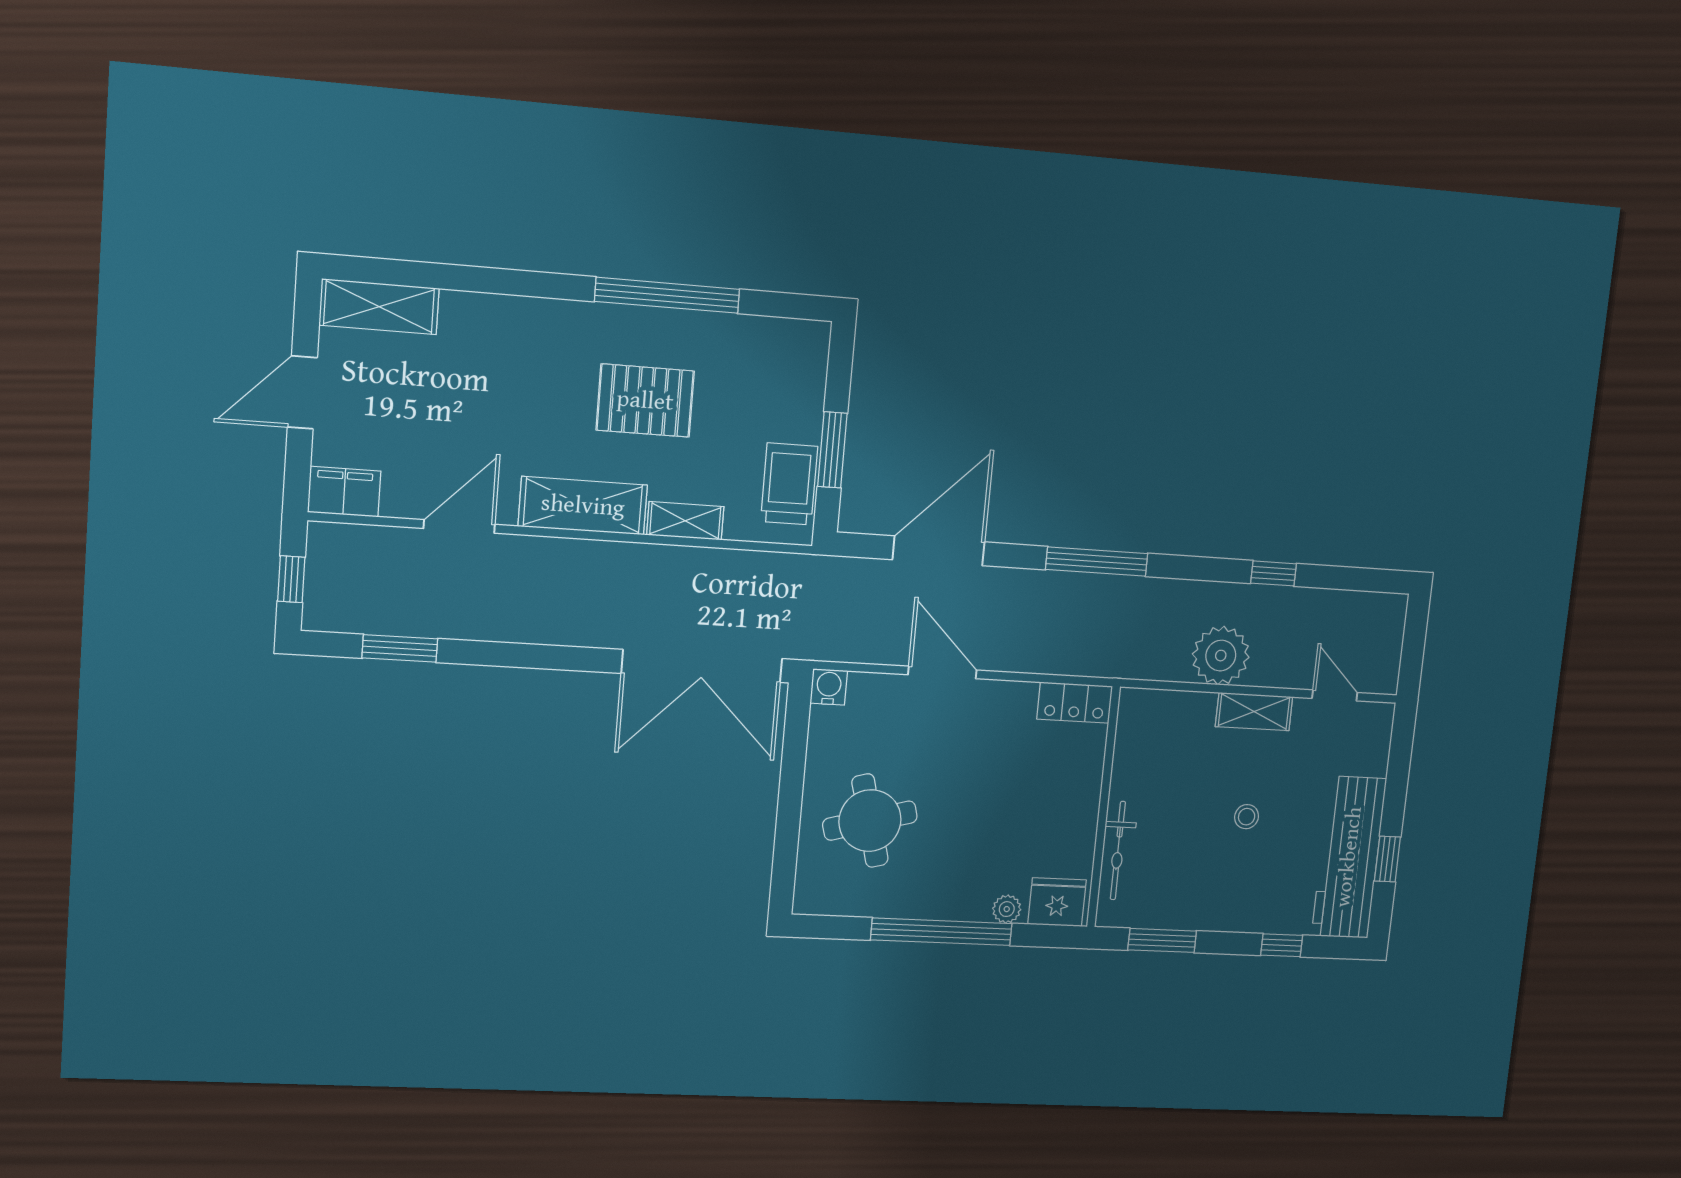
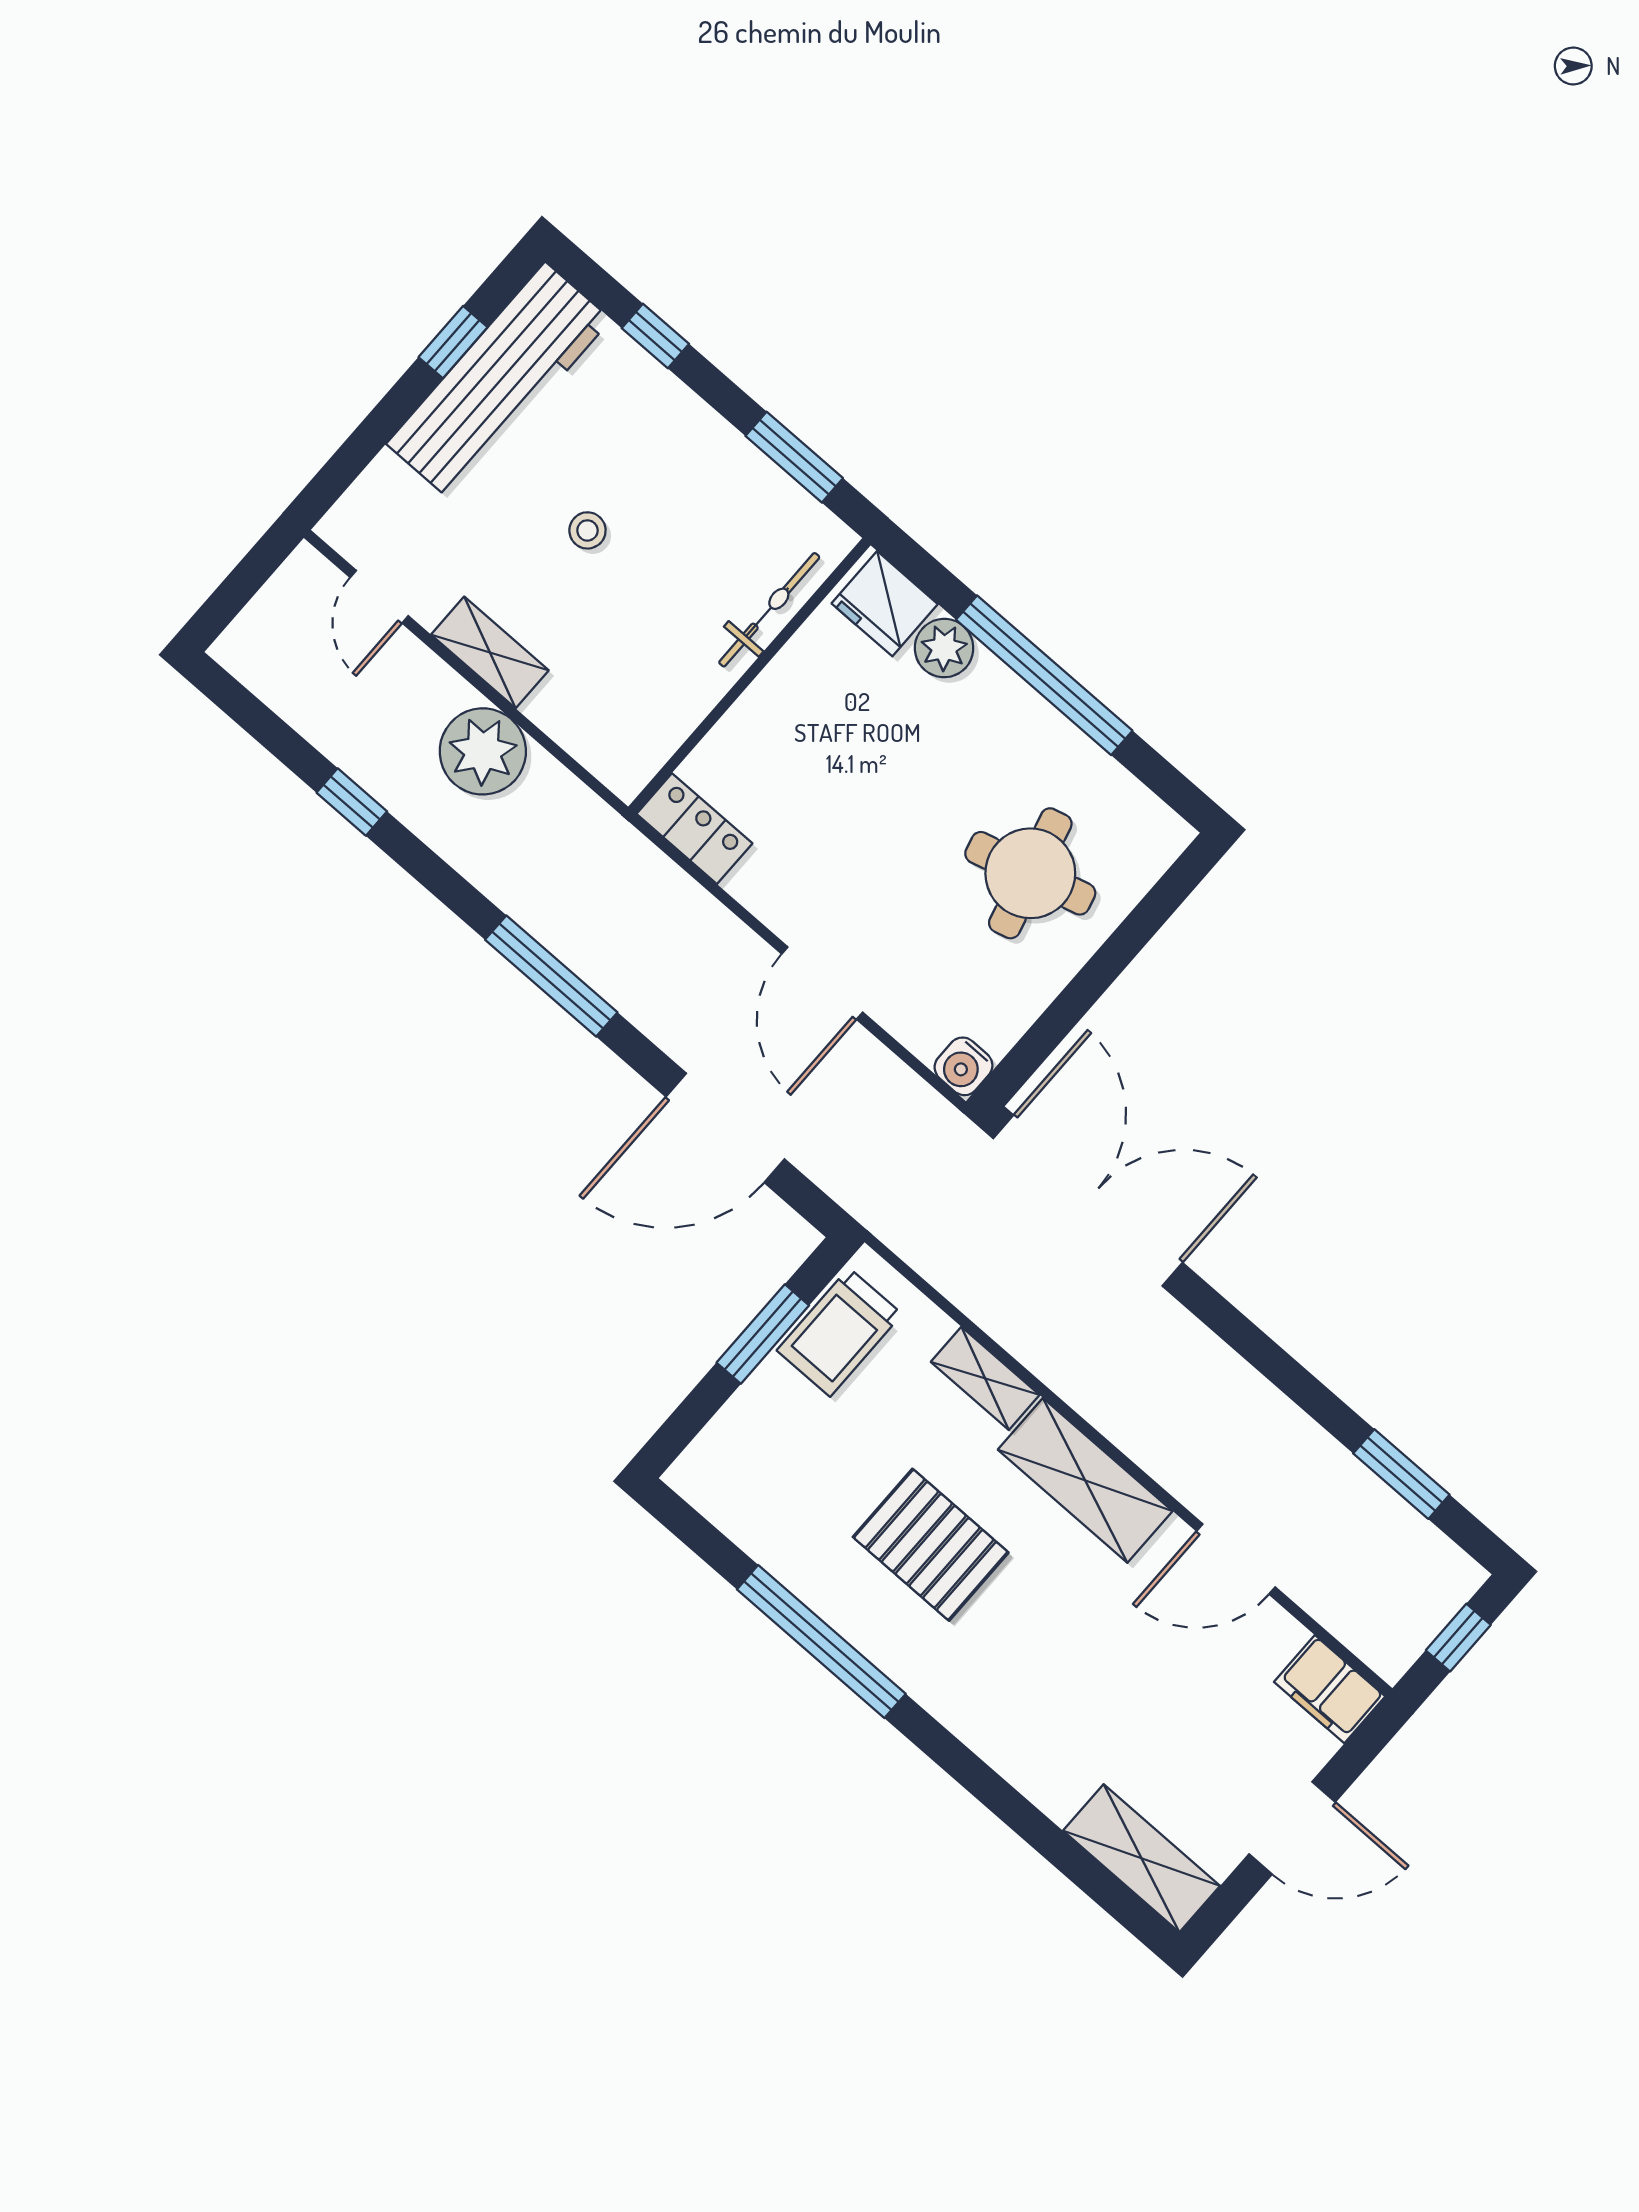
plant: (1007, 909) -> (944, 648), width x1.38, depth x1.38

